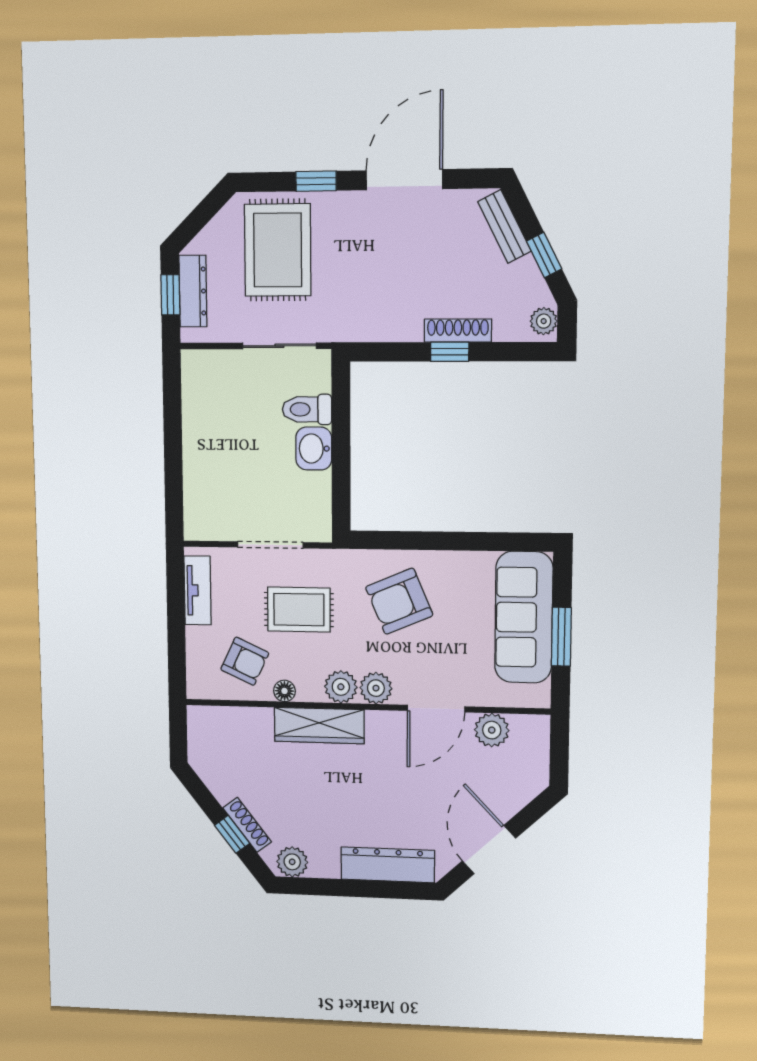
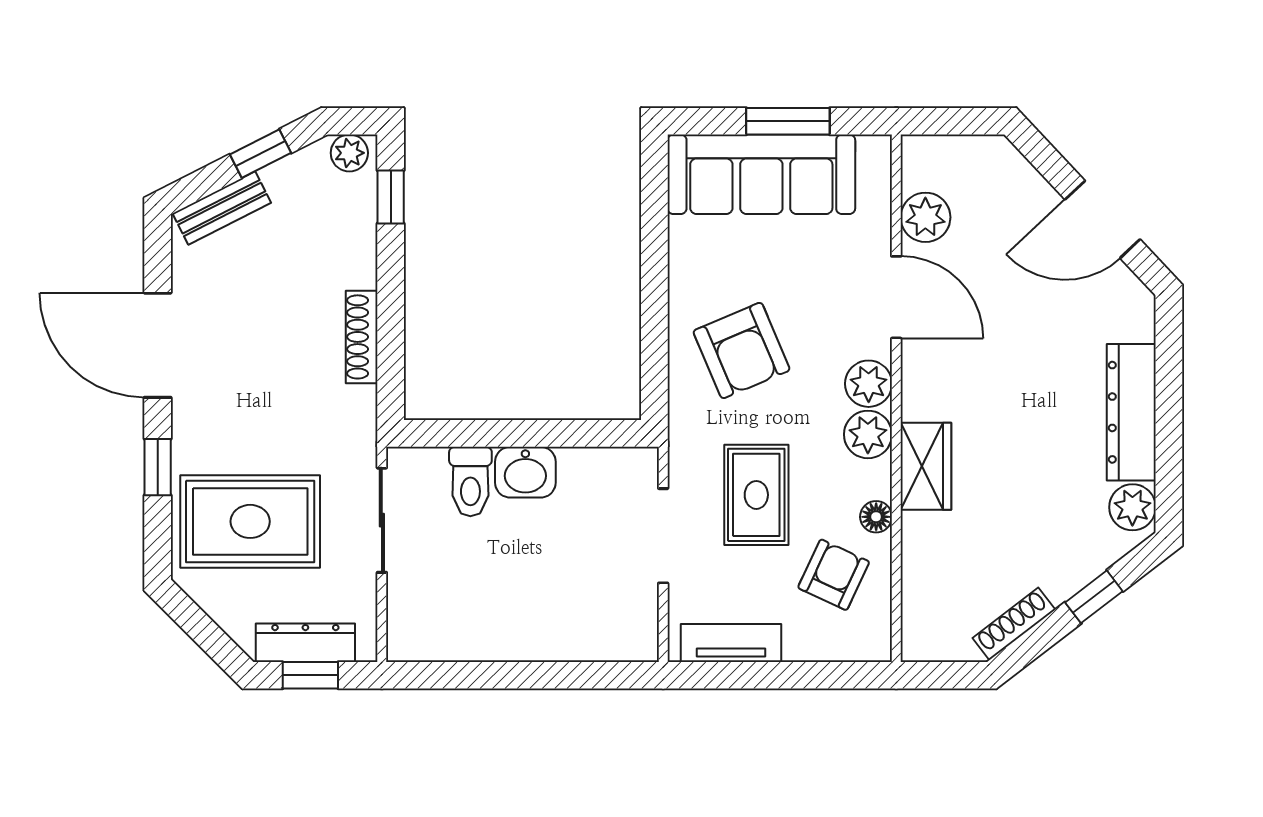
shoe rack: (458, 331) -> (362, 337), moved
window: (450, 352) -> (391, 197), moved
wardrobe: (319, 726) -> (926, 466), width x0.67
shoe rack: (247, 825) -> (1014, 624), moved
dresser: (388, 865) -> (1131, 412), moved

